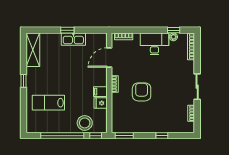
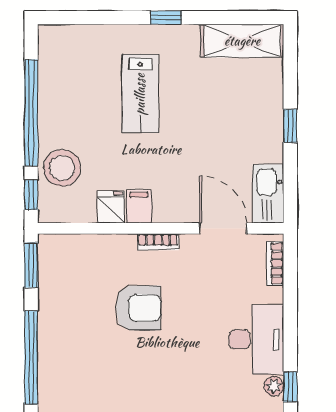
kitchen sink: (73, 39) -> (268, 194), moved
lab bench: (48, 103) -> (140, 94), moved, turned 180
window: (162, 136) -> (31, 358), width x3.17

